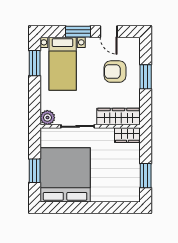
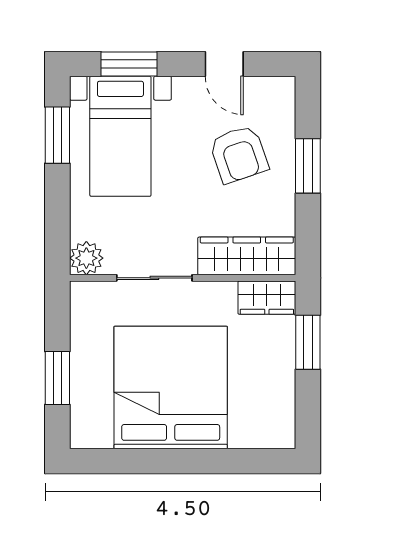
window: (78, 32) -> (129, 64), moved
armchair: (115, 72) -> (239, 154), turned -109
bed: (65, 175) -> (171, 388), moved
window: (146, 176) -> (308, 342), moved

